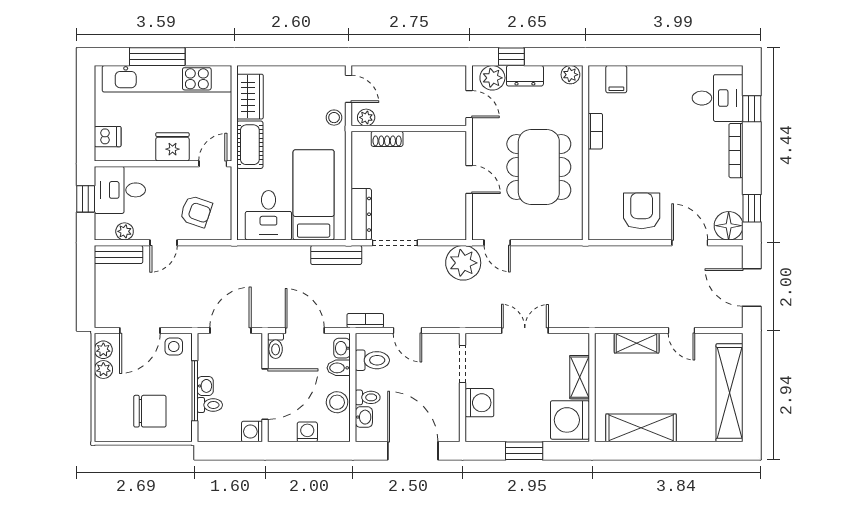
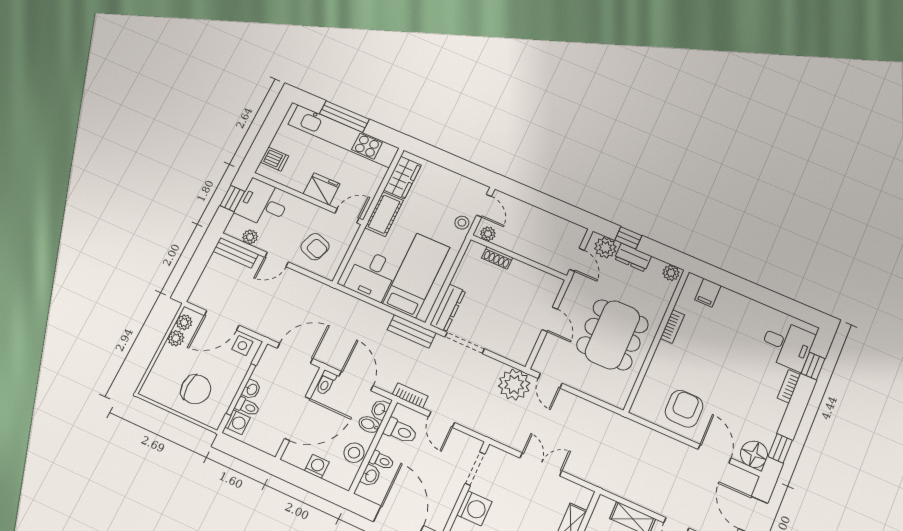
bookcase: (736, 151) -> (789, 386), width x0.64
washing machine: (252, 432) -> (237, 422), moved, turned 180

